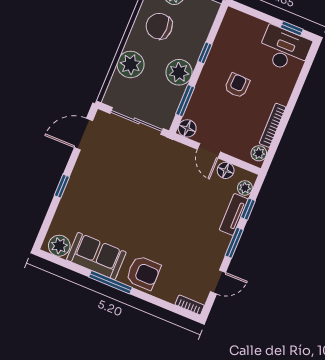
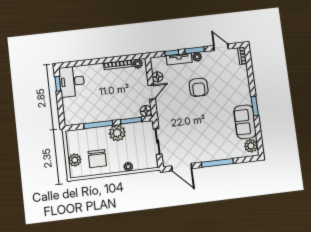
window: (205, 53) -> (98, 125), width x2.17
plant: (131, 64) -> (128, 167), width x0.53, depth x0.53
armchair: (237, 85) -> (107, 96), removed
sliding door: (137, 121) -> (158, 141), width x0.73
window: (62, 186) -> (217, 163), width x2.17
plant: (245, 188) -> (197, 57), moved
armchair: (143, 273) -> (199, 87), moved, turned 180
window: (111, 282) -> (255, 106), width x0.69

